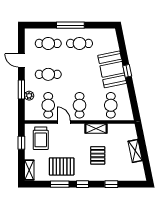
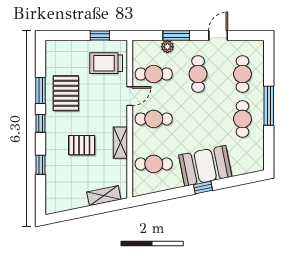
shelving: (135, 151) -> (104, 196), moved
shelving: (29, 170) -> (61, 47), removed

